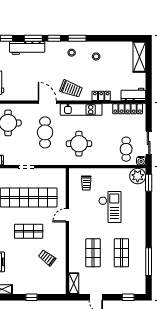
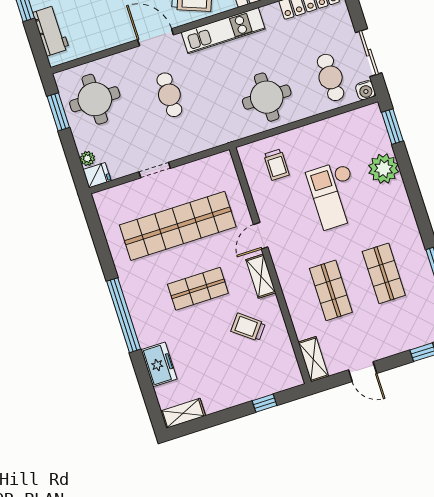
cafe table: (45, 132) -> (169, 95), width x0.73, depth x0.74
round table: (79, 144) -> (267, 97), moved
plant: (138, 176) -> (384, 169), moved
checkout: (110, 207) -> (335, 195), turned 180
shelving: (61, 235) -> (261, 276), added
window: (32, 297) -> (265, 403), moved

